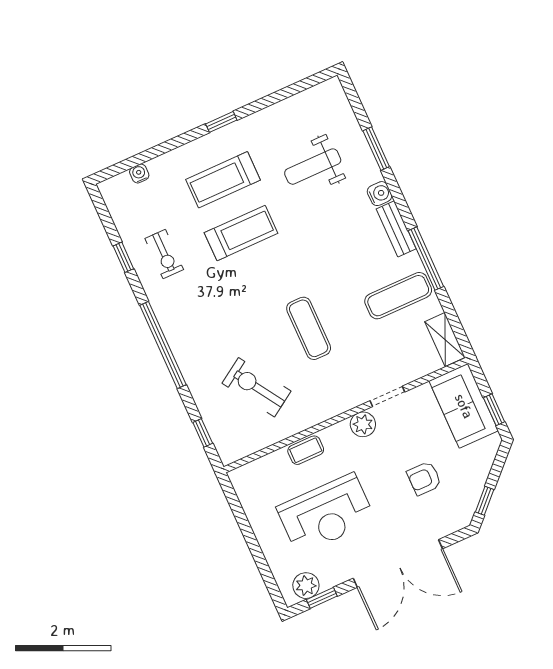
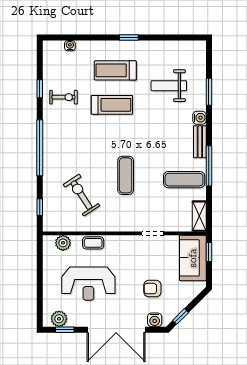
exercise bike: (164, 254) -> (63, 97), turned -90
window: (494, 410) -> (209, 252), moved
plant: (363, 424) -> (63, 243), moved
water cooler: (448, 523) -> (155, 320), added

